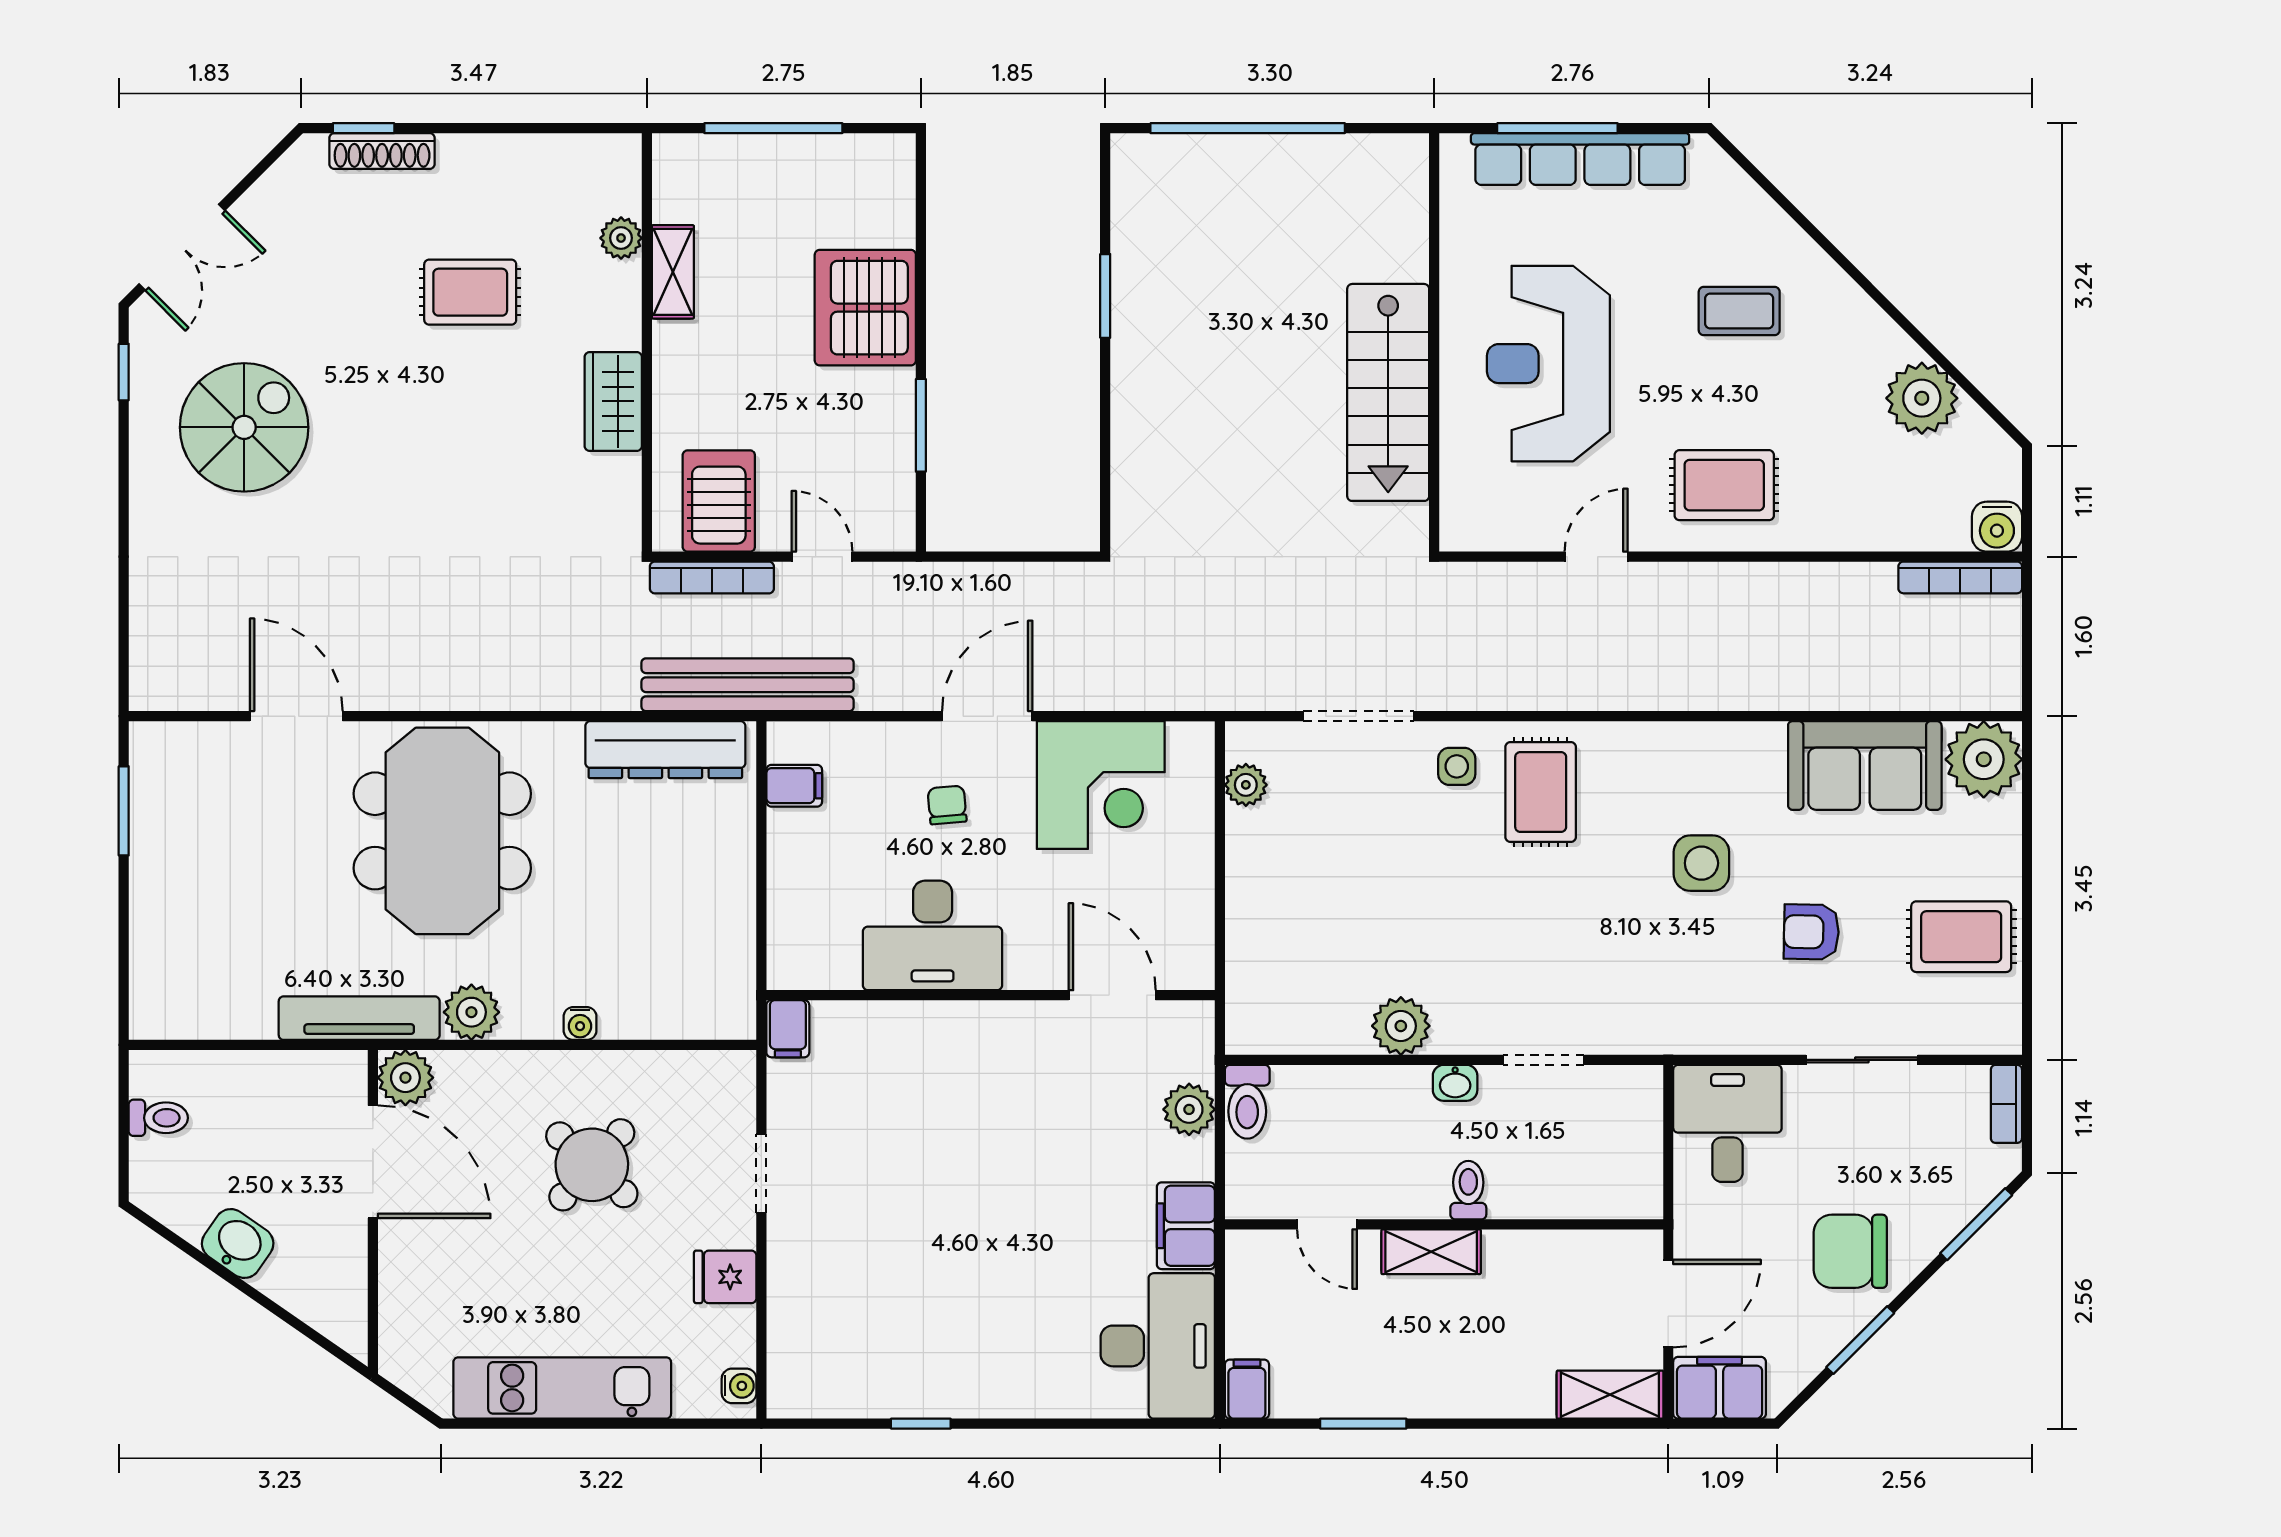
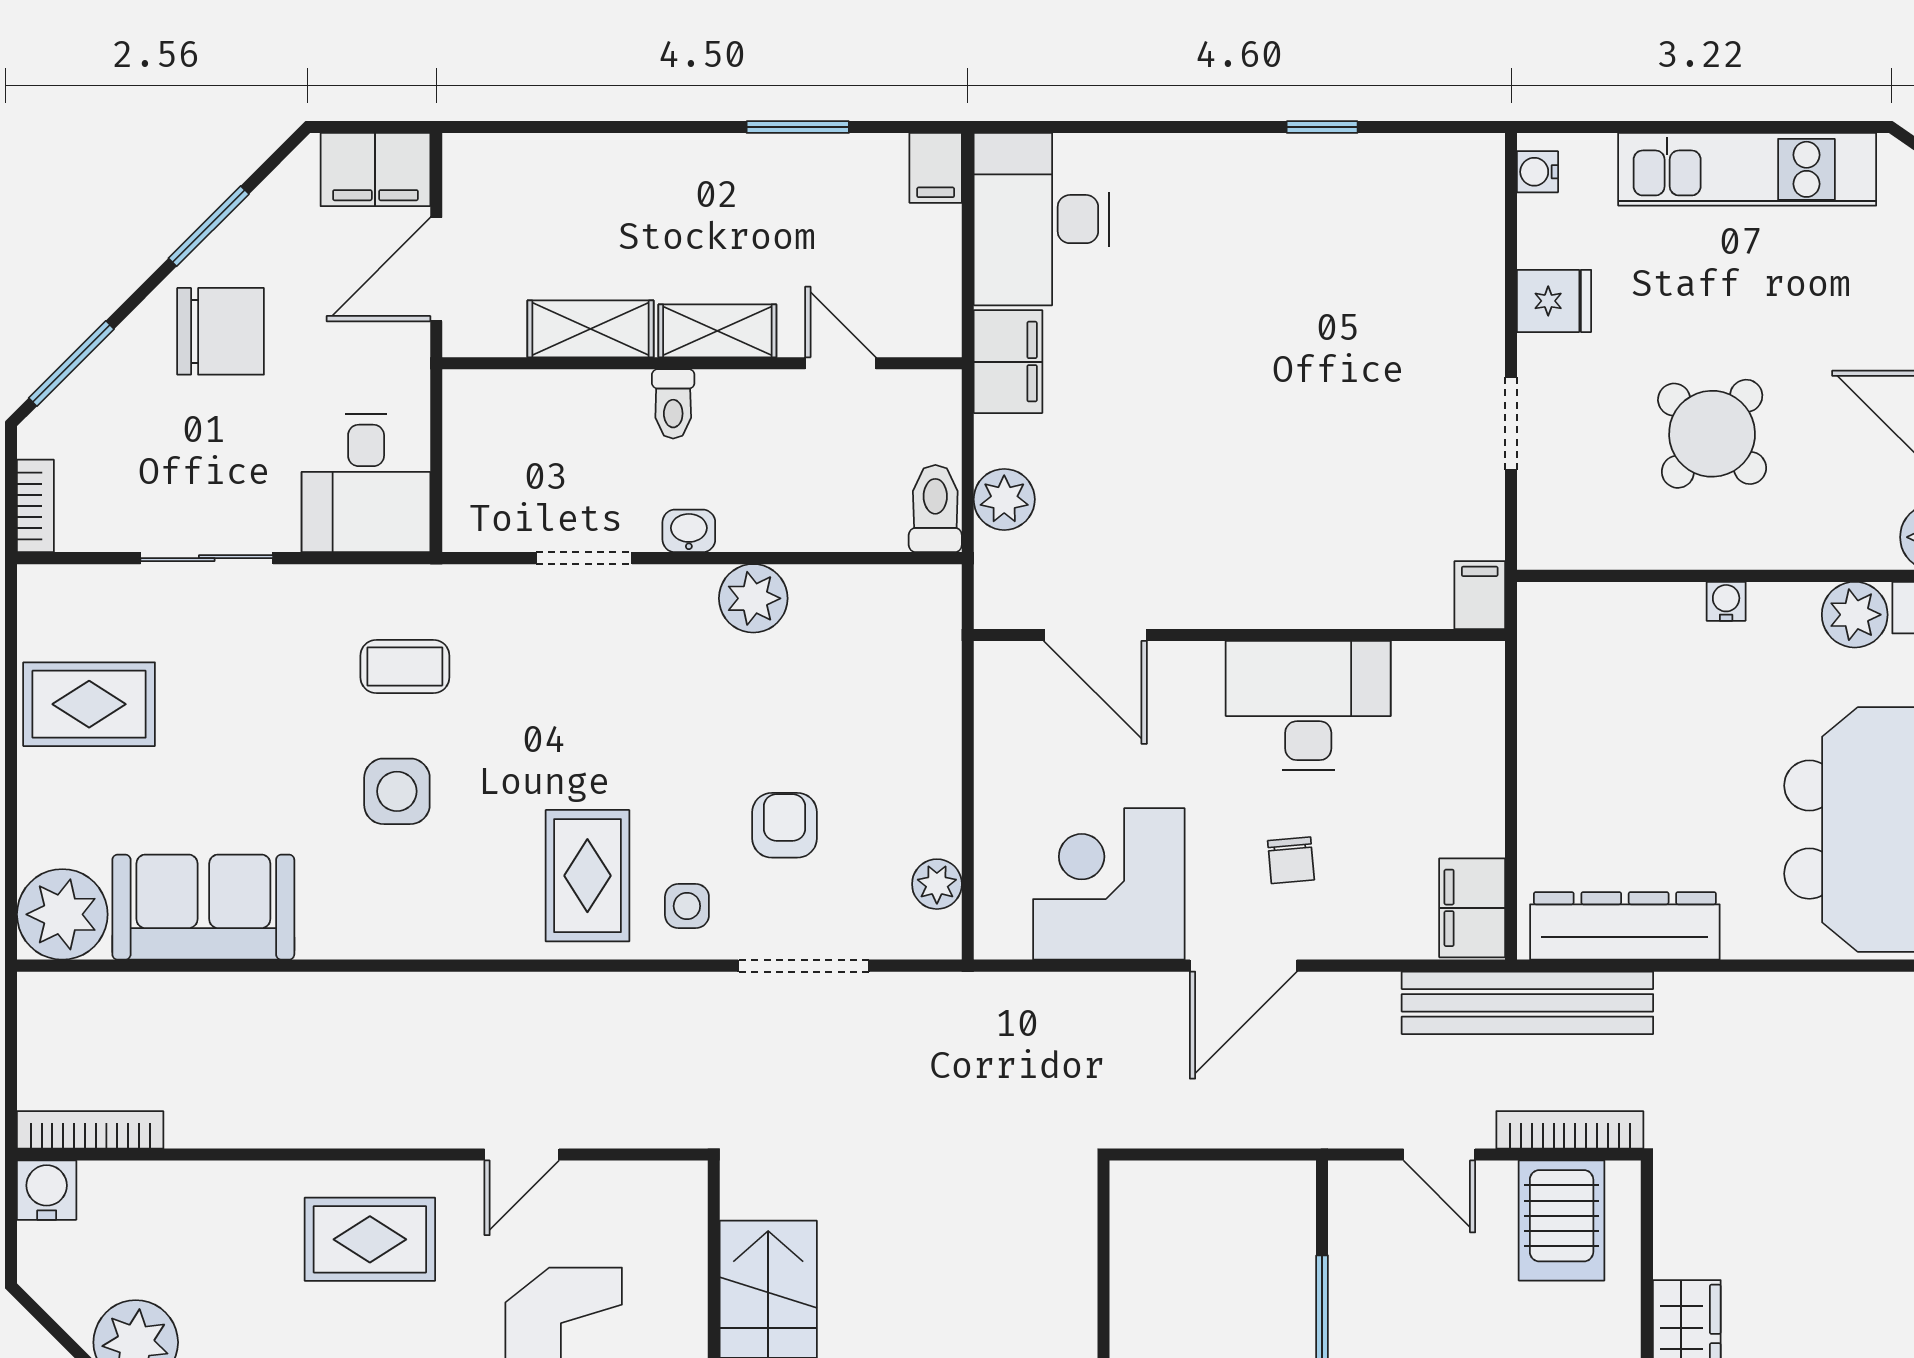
filing cabinet: (794, 786) -> (1472, 908), width x2.00
armchair: (1811, 932) -> (785, 825), moved, turned -91
coffee table: (1695, 968) -> (405, 666), added
shelving: (1610, 1395) -> (591, 329), moved

